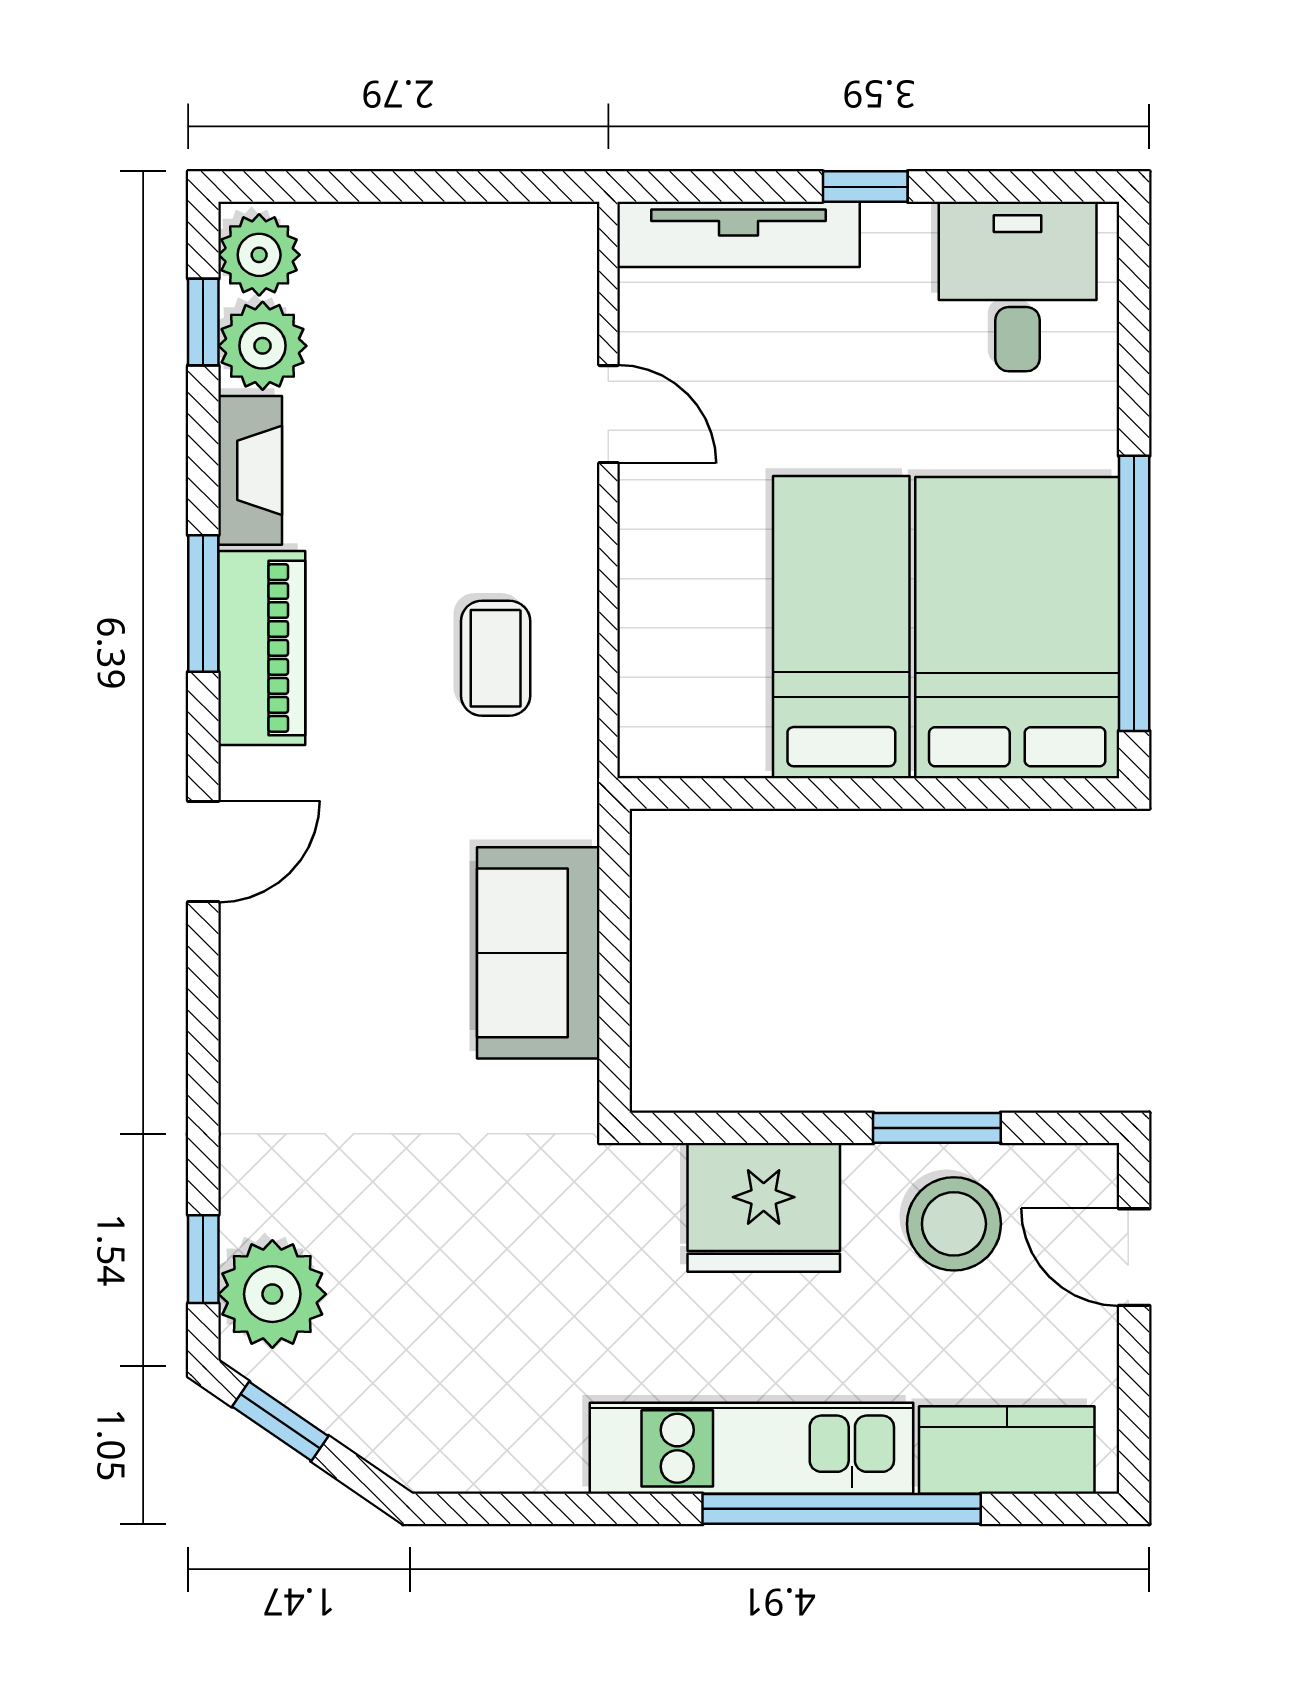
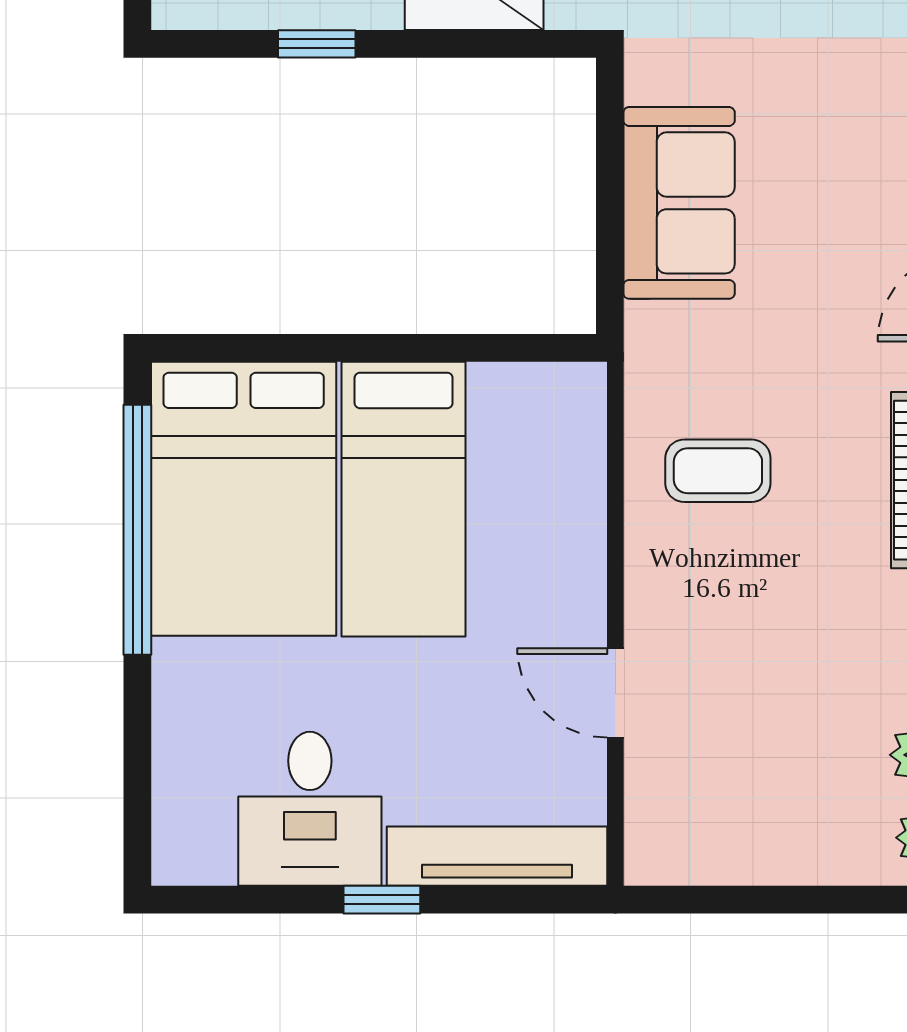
desk: (1018, 286) -> (310, 809), moved
coffee table: (496, 658) -> (718, 471), turned 90
window: (937, 1128) -> (317, 44), width x0.67

